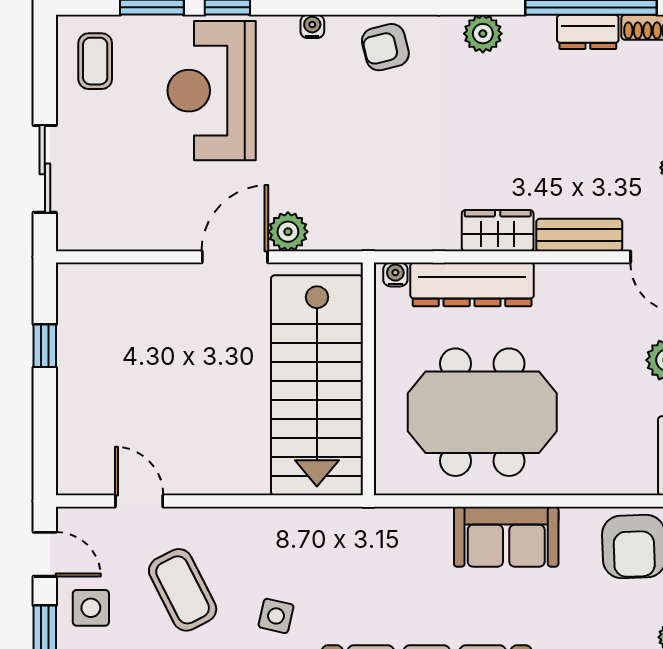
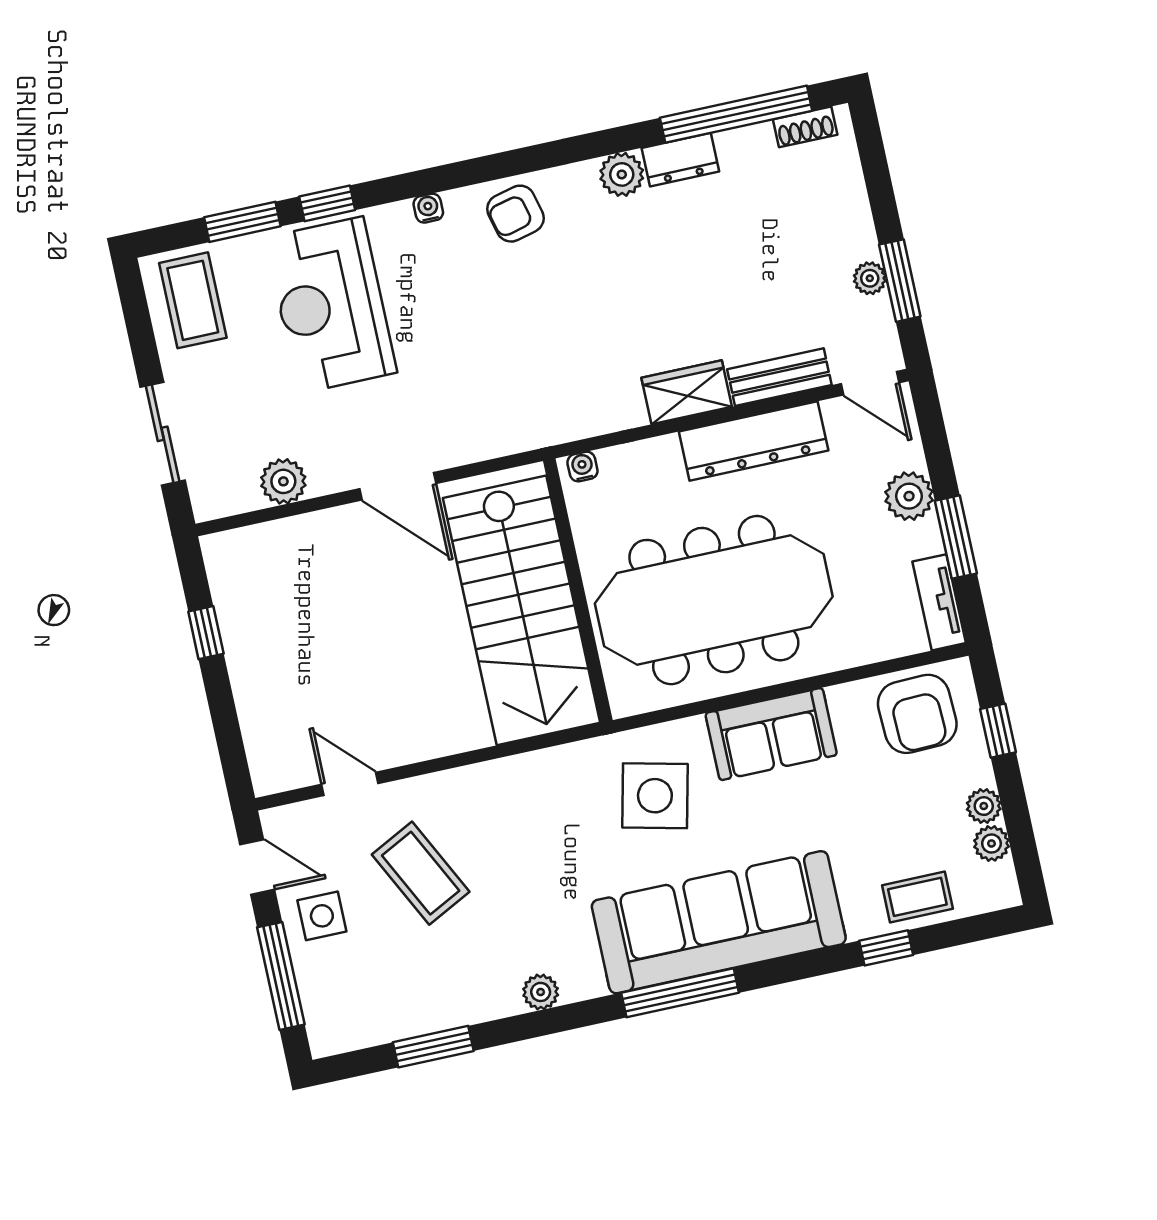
dresser: (588, 32) -> (680, 160), moved
coffee table: (95, 61) -> (193, 300), width x1.36, depth x1.30
plant: (288, 232) -> (283, 481), moved
door: (235, 257) -> (398, 486), swing flipped
dresser: (472, 284) -> (754, 441), moved
meeting table: (482, 412) -> (714, 600), width x1.36
side table: (276, 616) -> (655, 796), moved, width x1.87, depth x1.87

